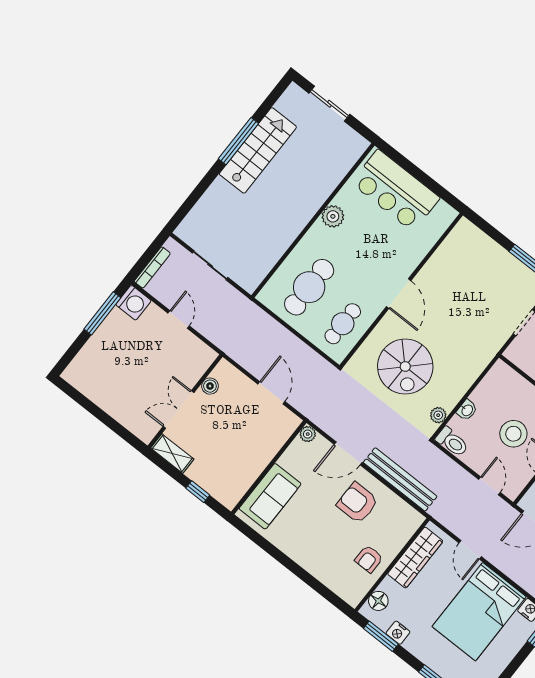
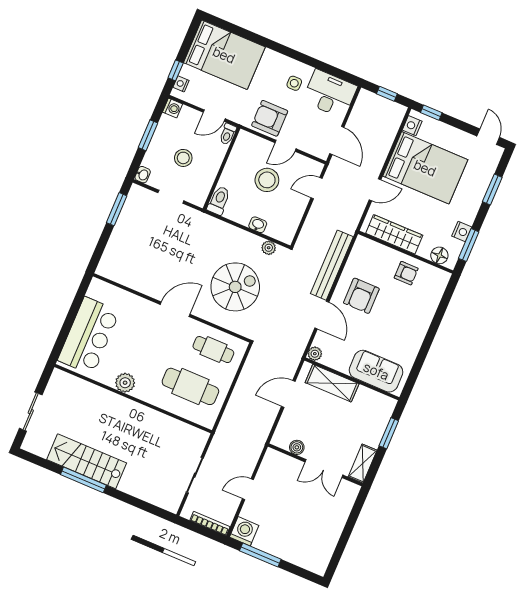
toilet: (452, 442) -> (219, 201), moved
shelving: (270, 444) -> (332, 383), added
window: (198, 492) -> (389, 433), width x1.50

